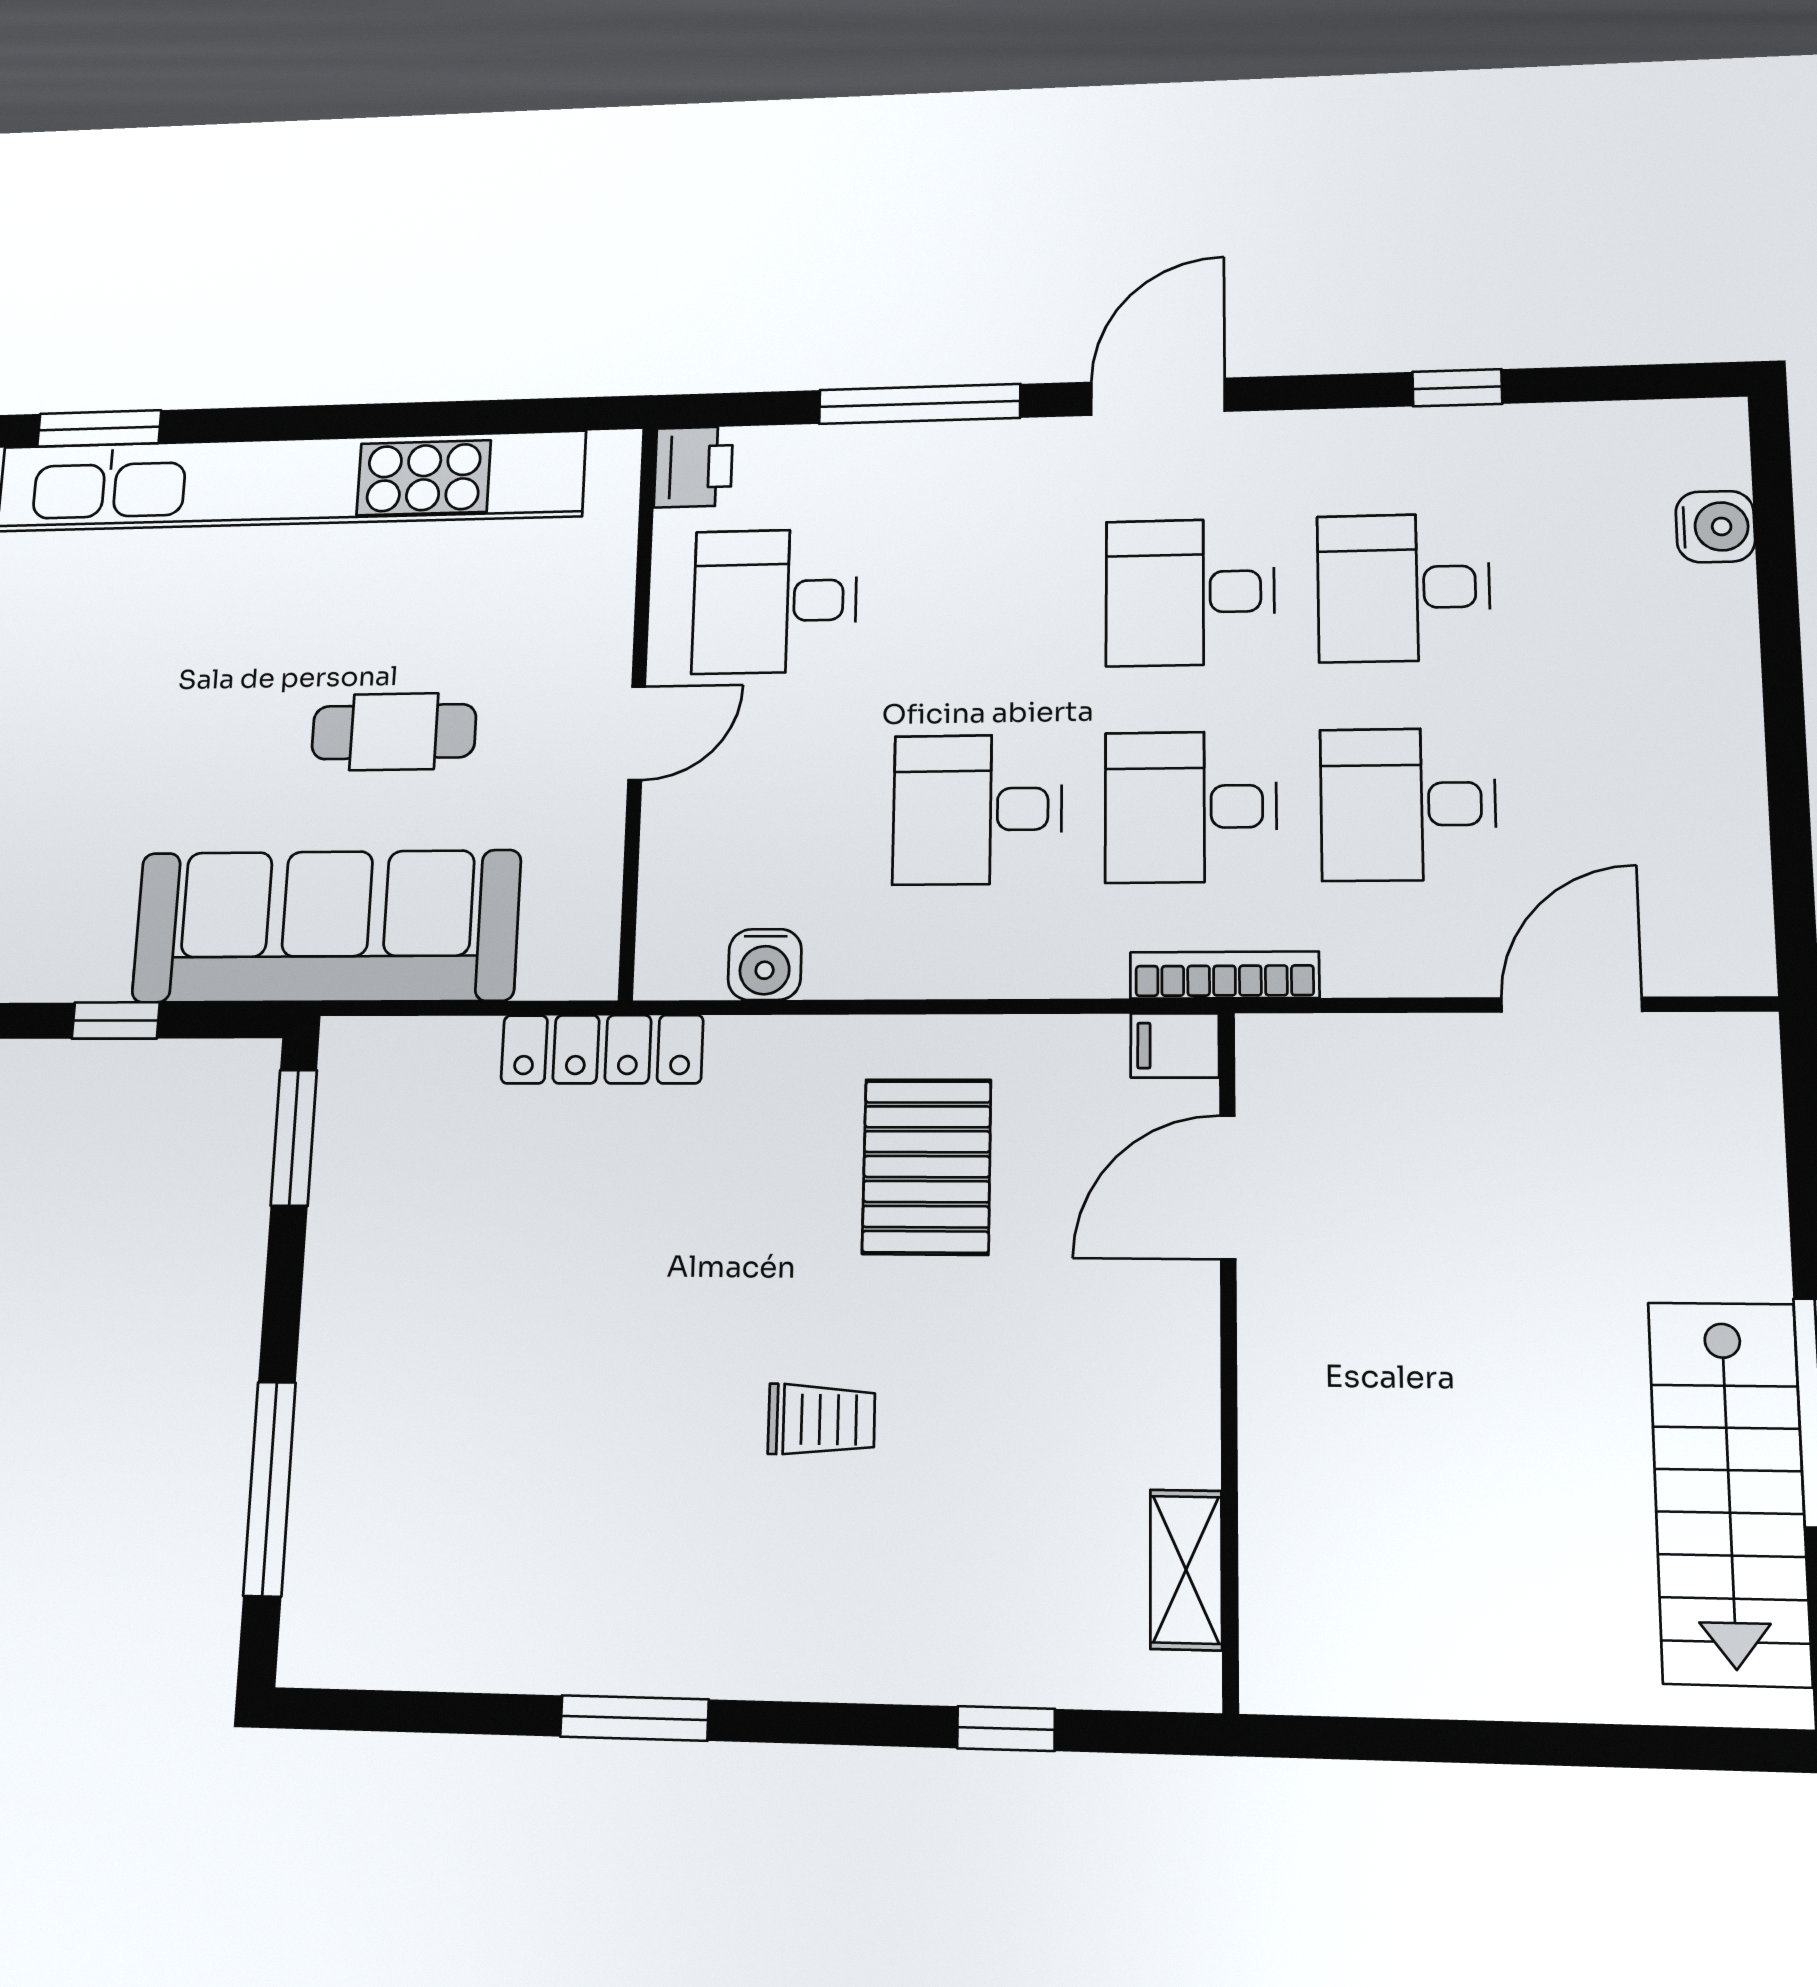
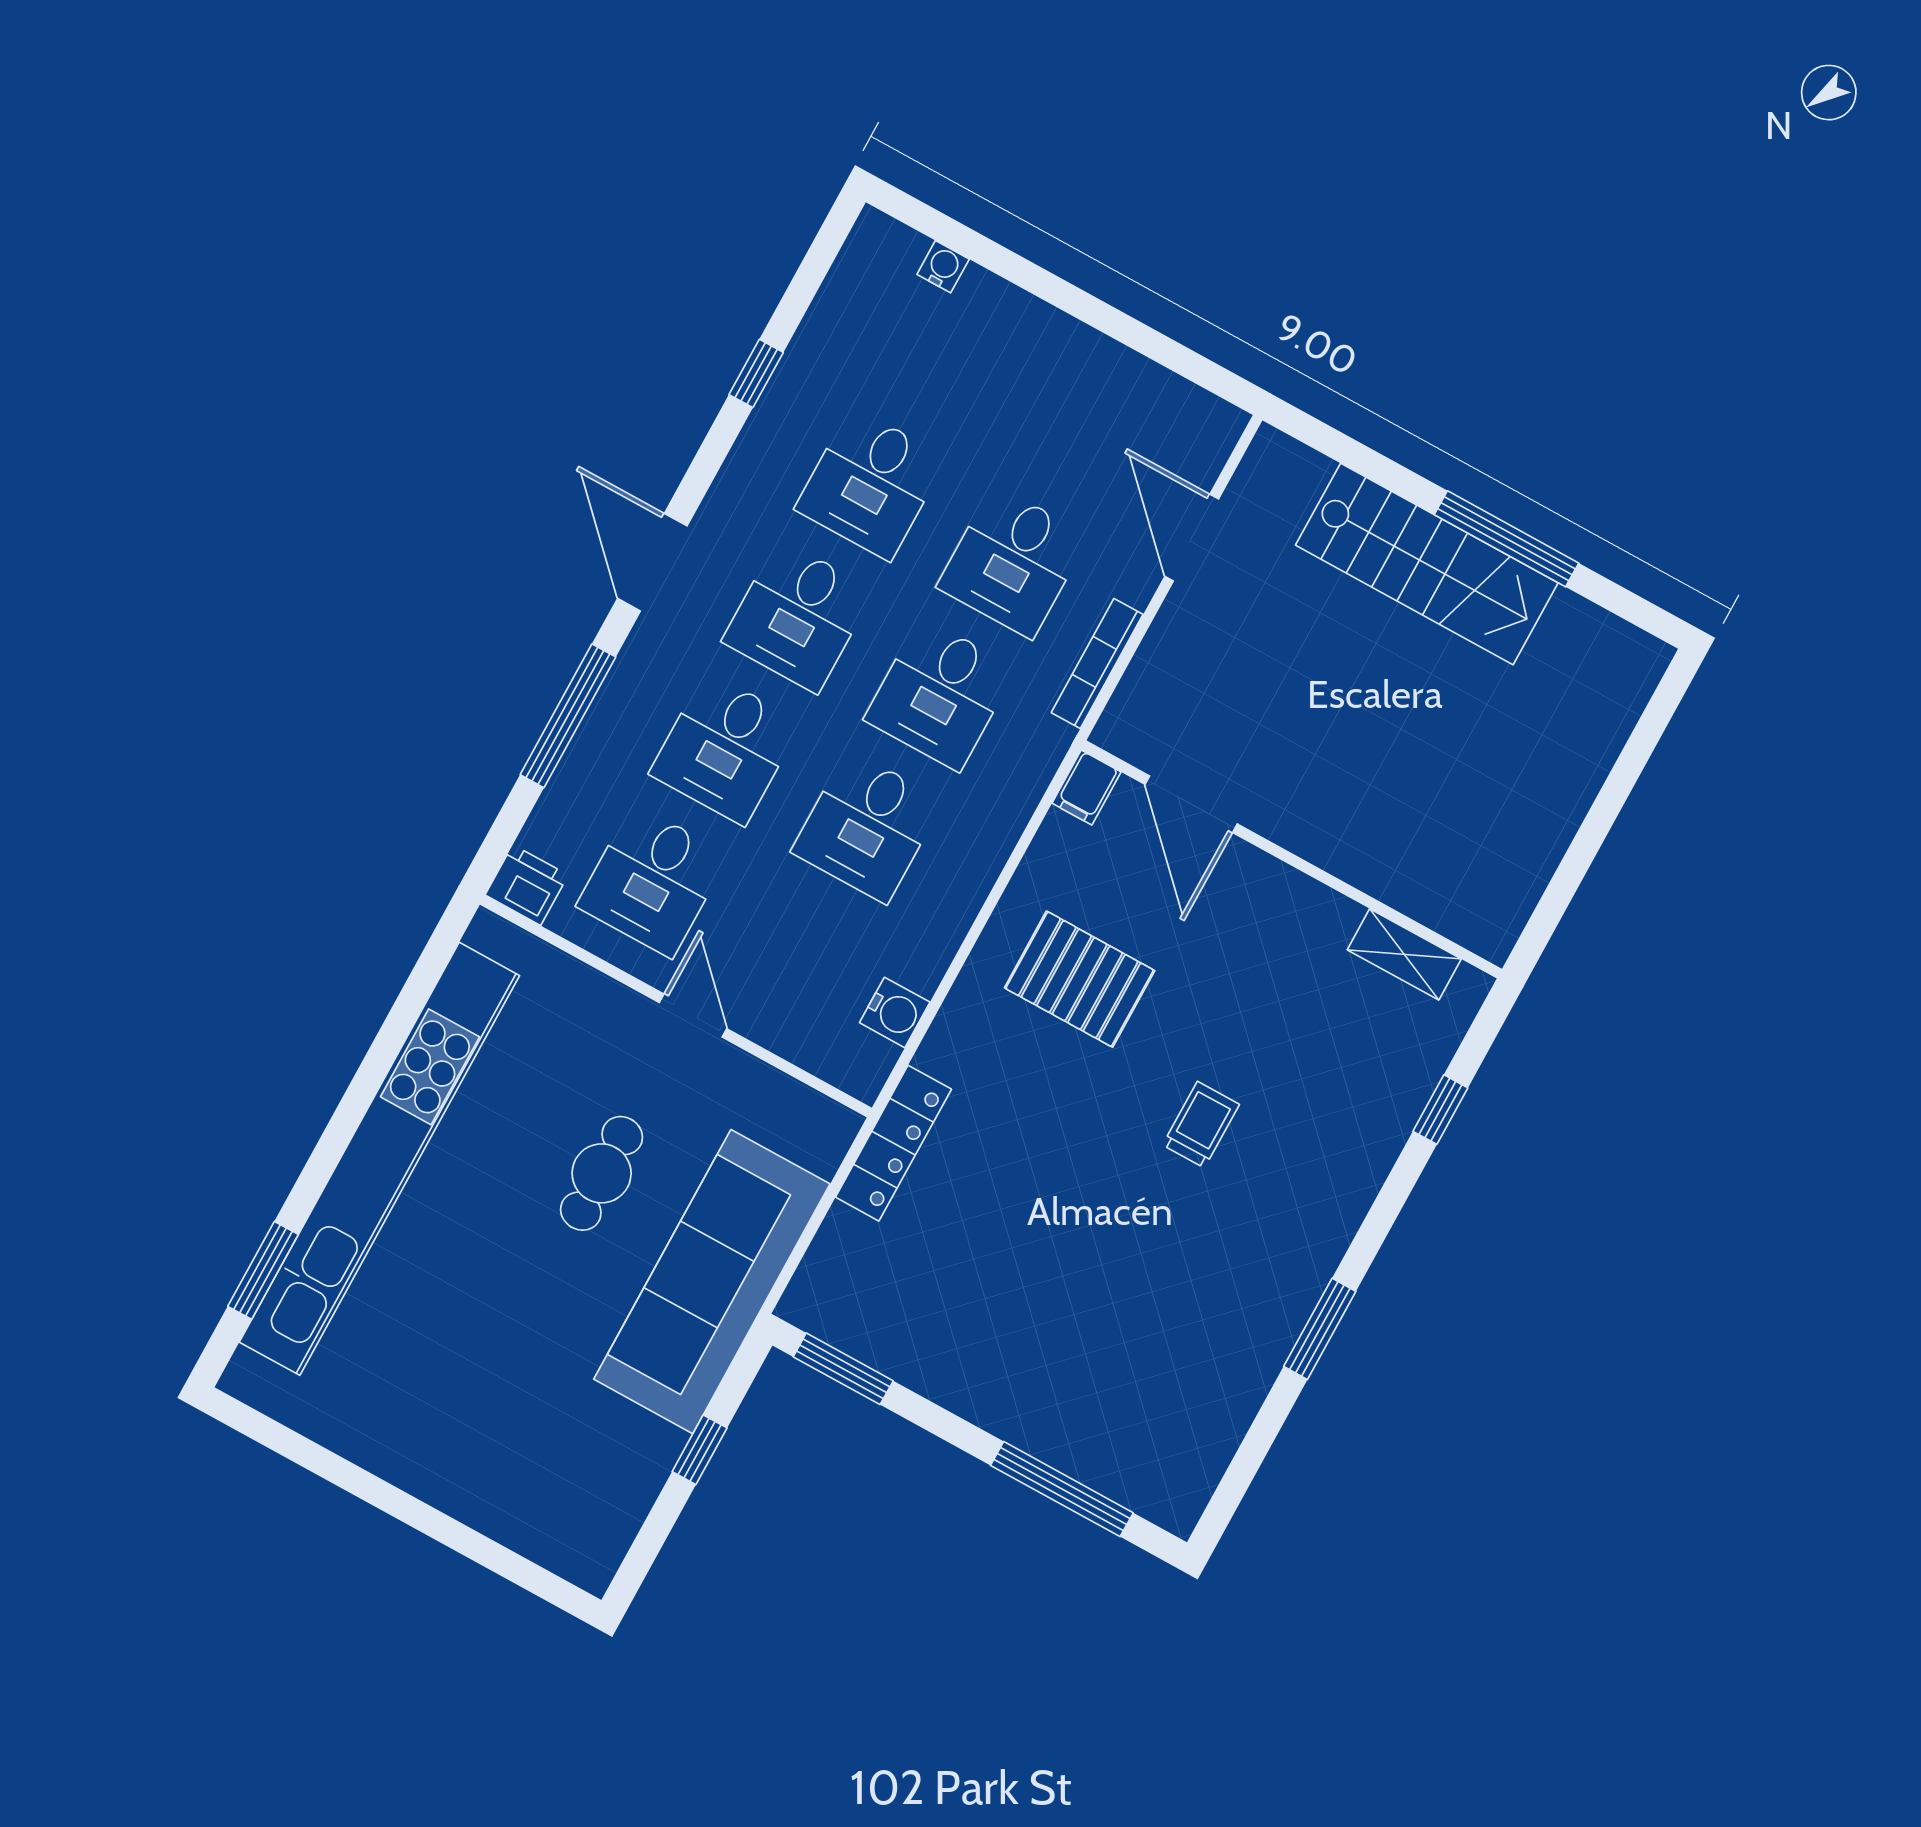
water cooler: (1715, 527) -> (943, 267), width x0.72, depth x0.72
desk: (980, 597) -> (725, 748), added
bookcase: (1224, 975) -> (1097, 663), moved
stairs: (1729, 1492) -> (1427, 564), moved

